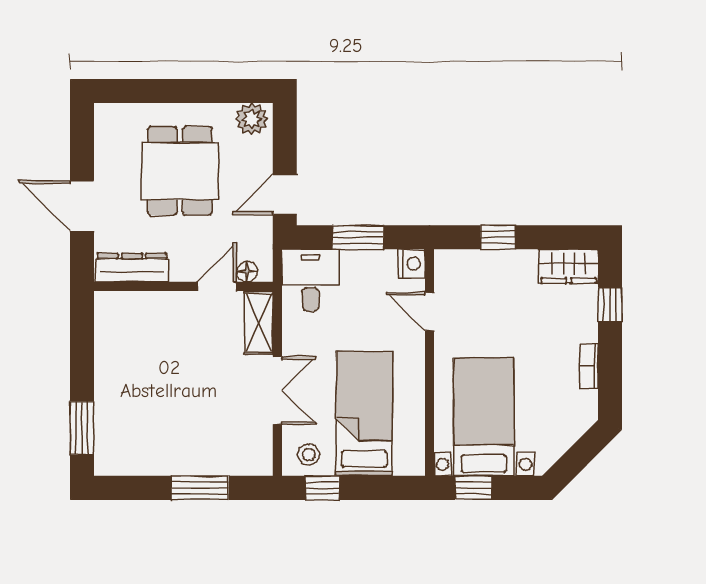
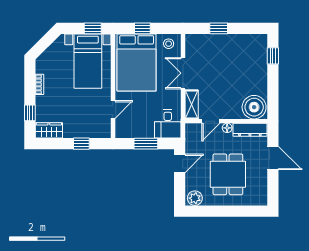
nightstand: (412, 264) -> (121, 132), removed
floor lamp: (247, 272) -> (227, 128), moved
door: (429, 312) -> (113, 109), hinge flipped
boiler: (123, 317) -> (254, 107), added
bed: (364, 414) -> (137, 63), width x1.50
window: (82, 428) -> (273, 56), width x0.67
window: (200, 488) -> (219, 28), width x0.67
window: (322, 488) -> (142, 28), moved

